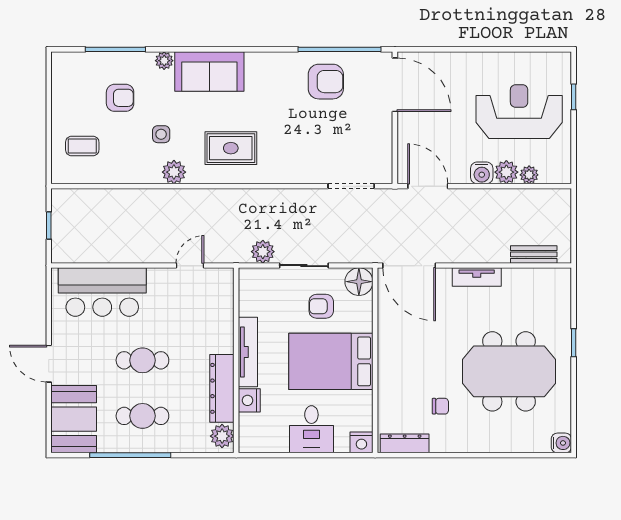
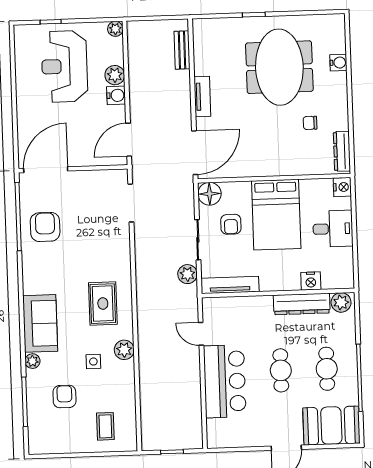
plant: (529, 175) -> (115, 29), moved
bar counter: (102, 292) -> (225, 381), moved
tv unit: (248, 352) -> (230, 285), moved
chair: (440, 406) -> (310, 123), turned -90
water cooler: (561, 443) -> (338, 63), moved, turned 90

